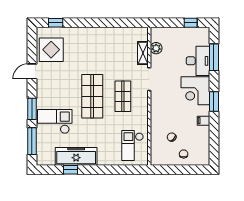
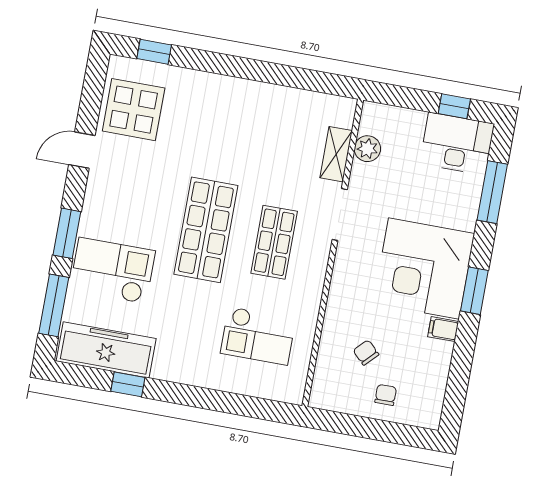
desk: (198, 61) -> (457, 144), moved, turned -90
corner desk: (195, 91) -> (424, 268), width x1.36, depth x1.36
checkout: (133, 145) -> (258, 336), moved, turned -90
freezer: (76, 156) -> (106, 350), moved

